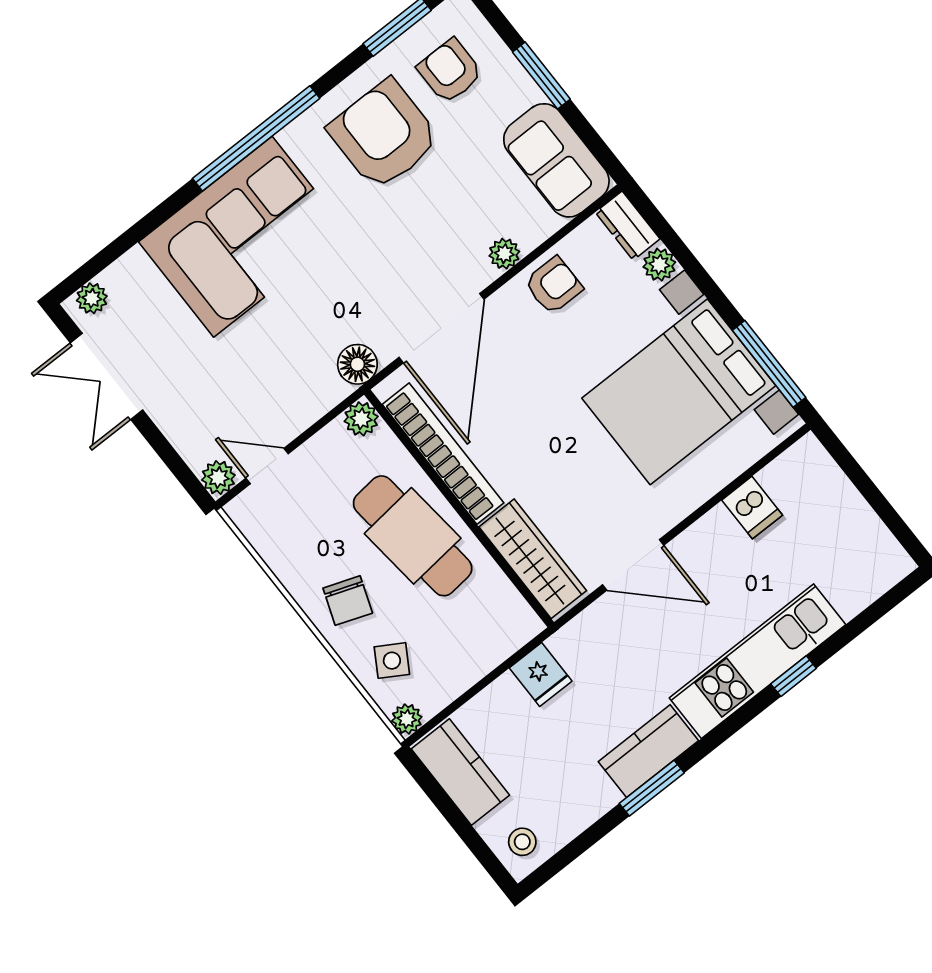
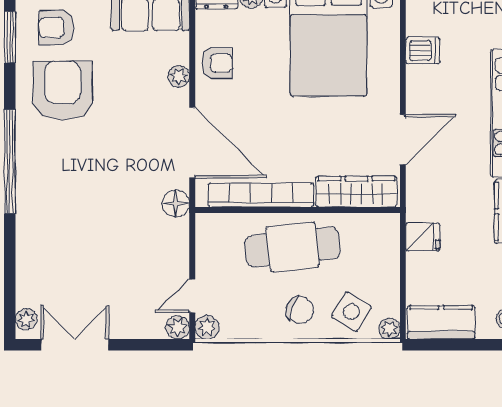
armchair: (384, 135) -> (63, 91), turned 90
corner sofa: (243, 237) -> (58, 211), removed
armchair: (554, 285) -> (217, 63), turned 90
double door: (106, 376) -> (75, 345), swing flipped
plant: (361, 419) -> (207, 327), moved
side table: (392, 661) -> (351, 312), width x1.37, depth x1.37

